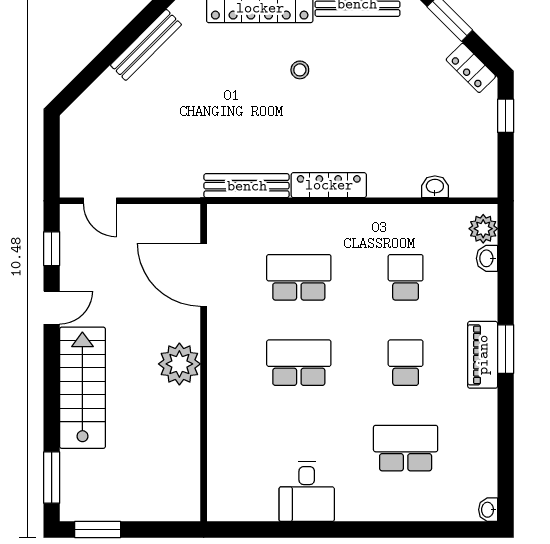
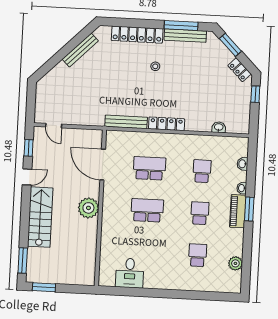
plant: (483, 229) -> (235, 263), moved
school desk: (406, 448) -> (198, 255), width x0.54
desk: (307, 492) -> (130, 273), moved
washbasin: (488, 510) -> (242, 188), moved

